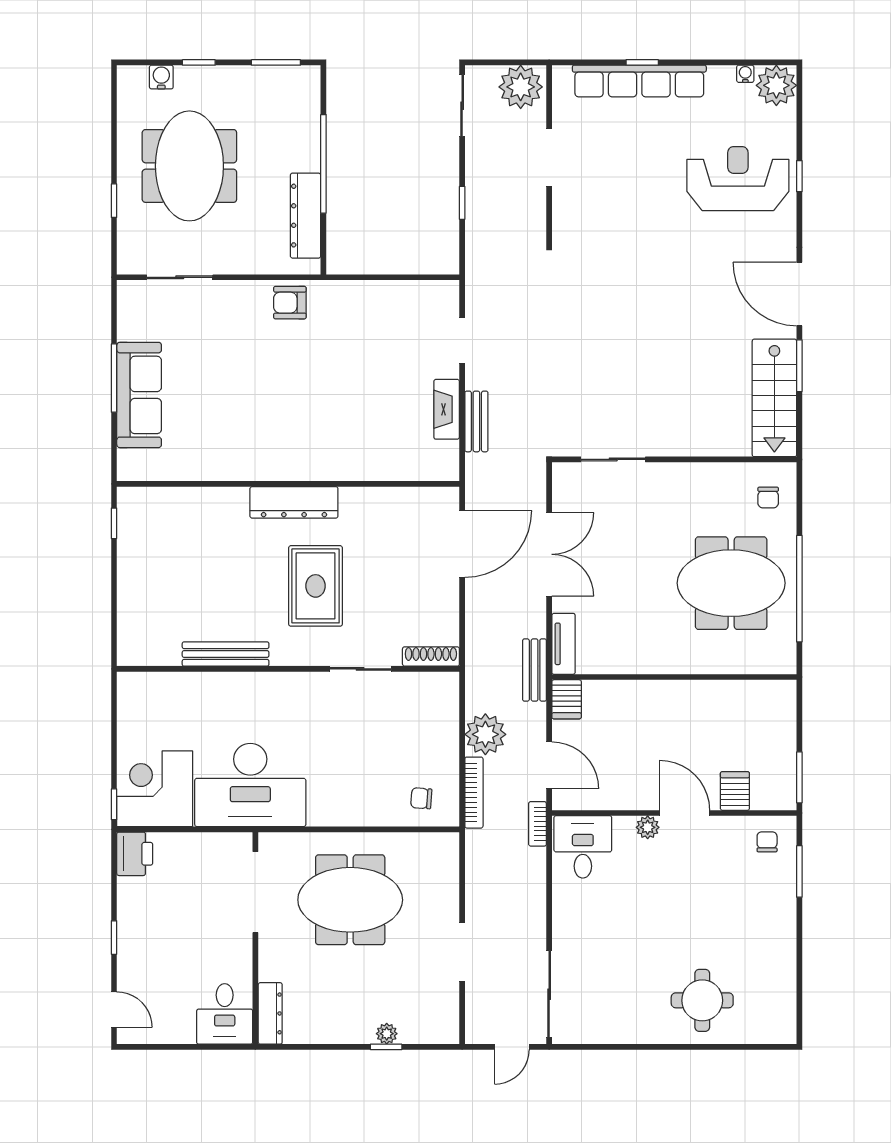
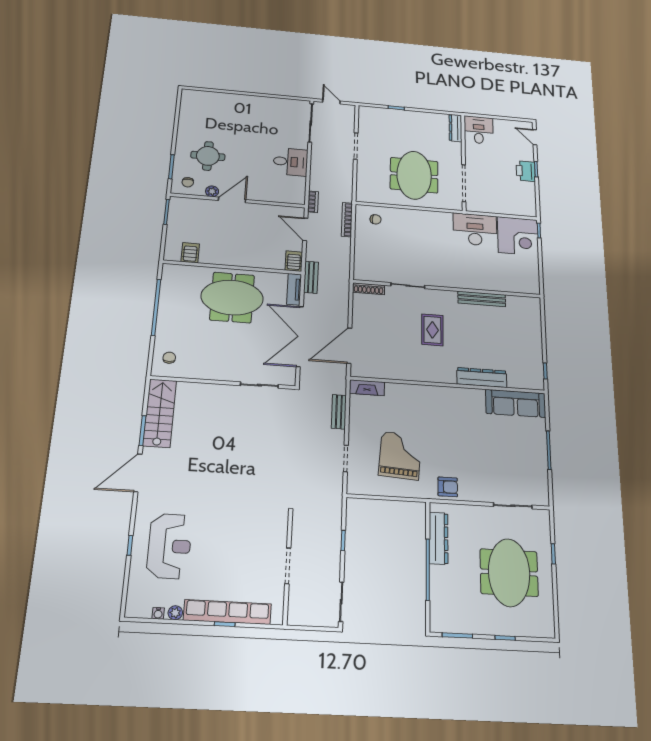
water cooler: (161, 77) -> (528, 630), removed
plant: (776, 85) -> (175, 613), moved, width x0.53, depth x0.53
plant: (521, 87) -> (304, 612), removed
reception desk: (738, 179) -> (169, 546), turned -90
door: (799, 294) -> (138, 473), swing flipped
grand piano: (371, 351) -> (400, 456), added
sofa: (139, 395) -> (516, 403), moved, turned -90
fireplace: (447, 409) -> (367, 388), moved, turned 90
dresser: (294, 502) -> (482, 378), moved
double door: (549, 554) -> (300, 336), width x1.36
meeting table: (731, 583) -> (232, 297), moved
rug: (316, 586) -> (432, 330), width x0.73, depth x0.70
plant: (485, 734) -> (340, 247), removed
desk: (250, 785) -> (475, 230), width x0.73, depth x0.77
server rack: (735, 791) -> (190, 253), moved, turned 180
door: (685, 813) -> (232, 200), swing flipped
plant: (648, 827) -> (212, 191), moved
desk: (583, 847) -> (290, 162), moved, turned -90
printer: (135, 854) -> (526, 171), moved
meeting table: (350, 900) -> (414, 175), turned 90
round table: (702, 1000) -> (208, 156), moved
plant: (387, 1034) -> (396, 114), removed
door: (512, 1047) -> (331, 102), hinge flipped

